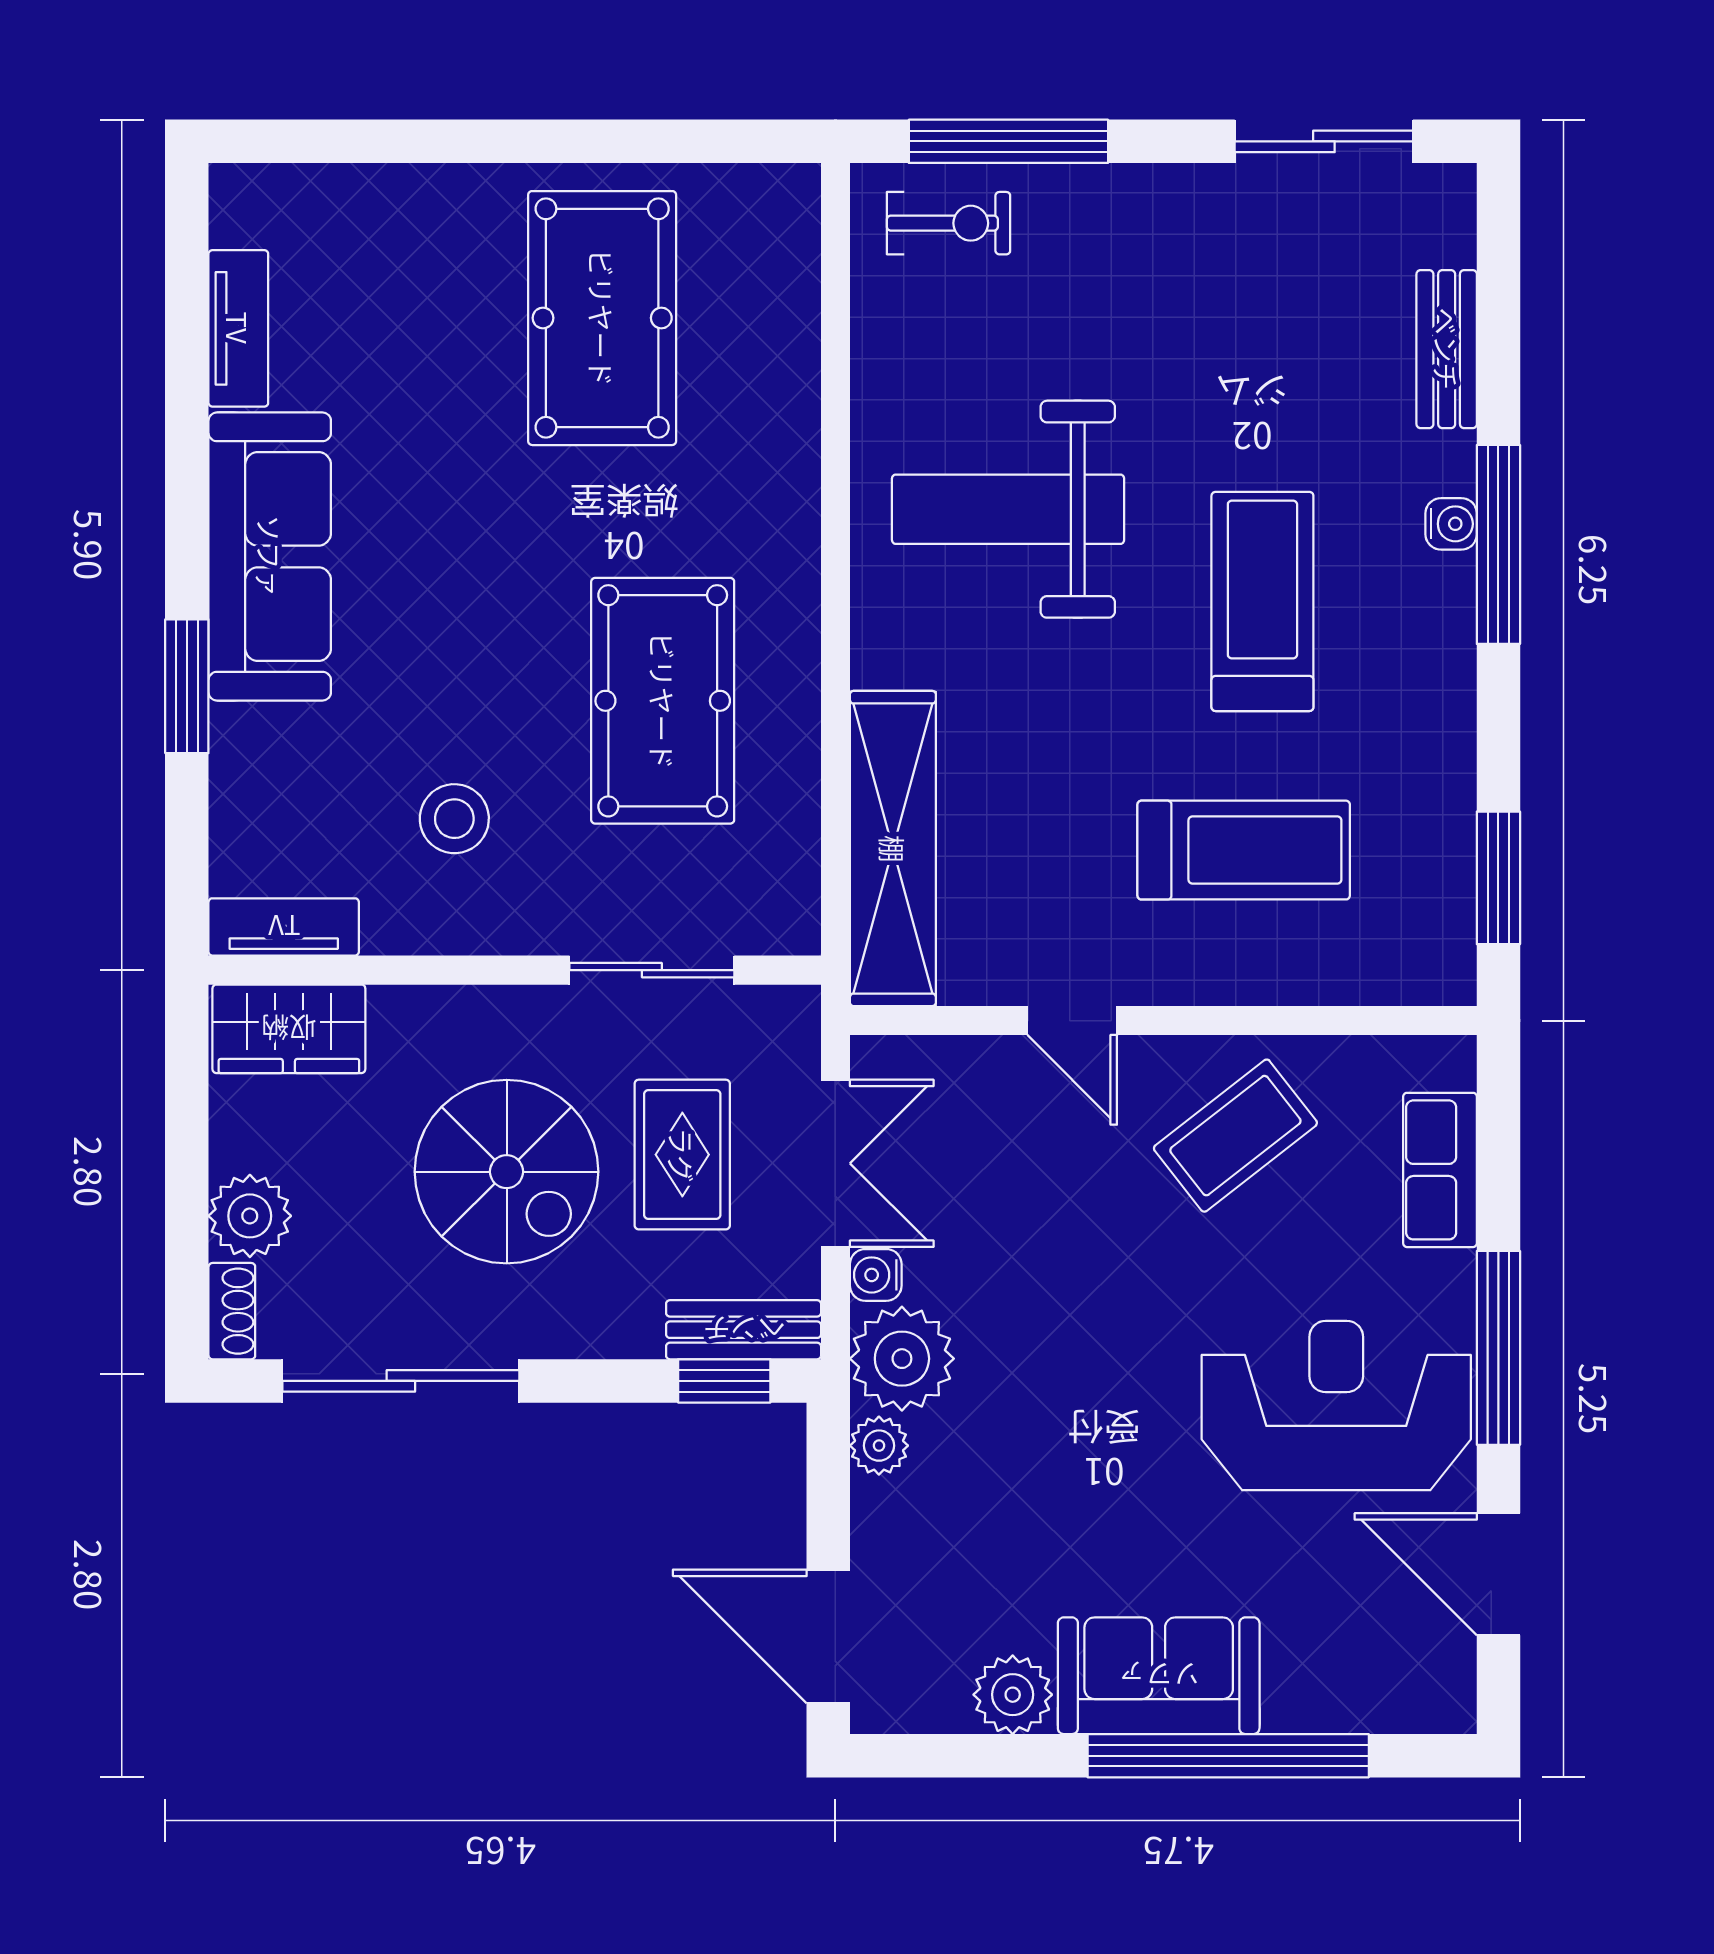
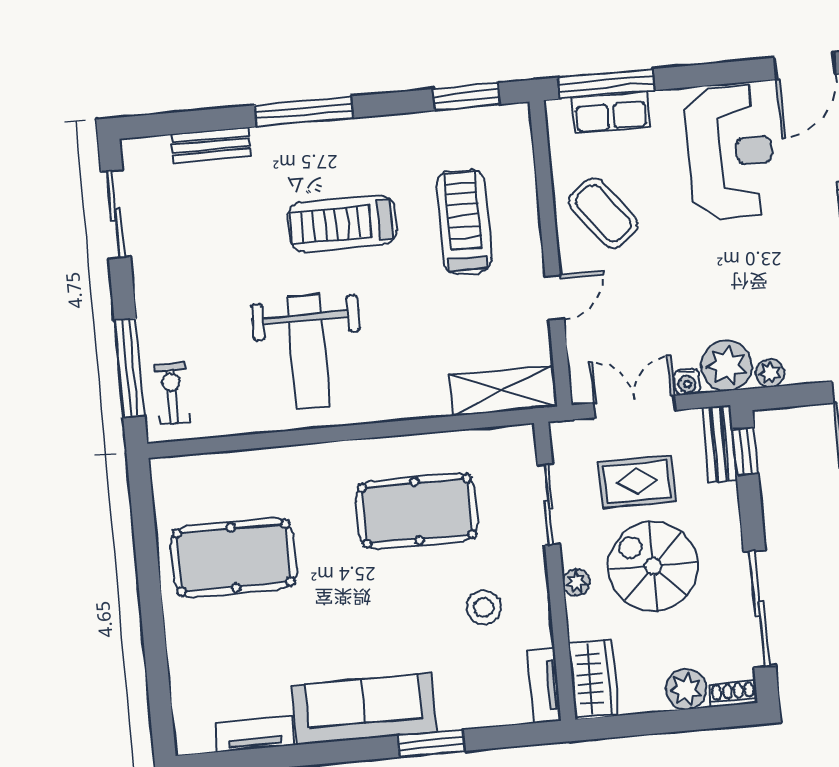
water cooler: (1451, 524) -> (296, 135), removed
shelving: (893, 849) -> (503, 390), width x0.68
plant: (488, 1012) -> (576, 582), added
spiral stairs: (507, 1172) -> (653, 566), turned -90
window: (1498, 1348) -> (606, 84), moved
reception desk: (1336, 1406) -> (730, 152), turned 180

